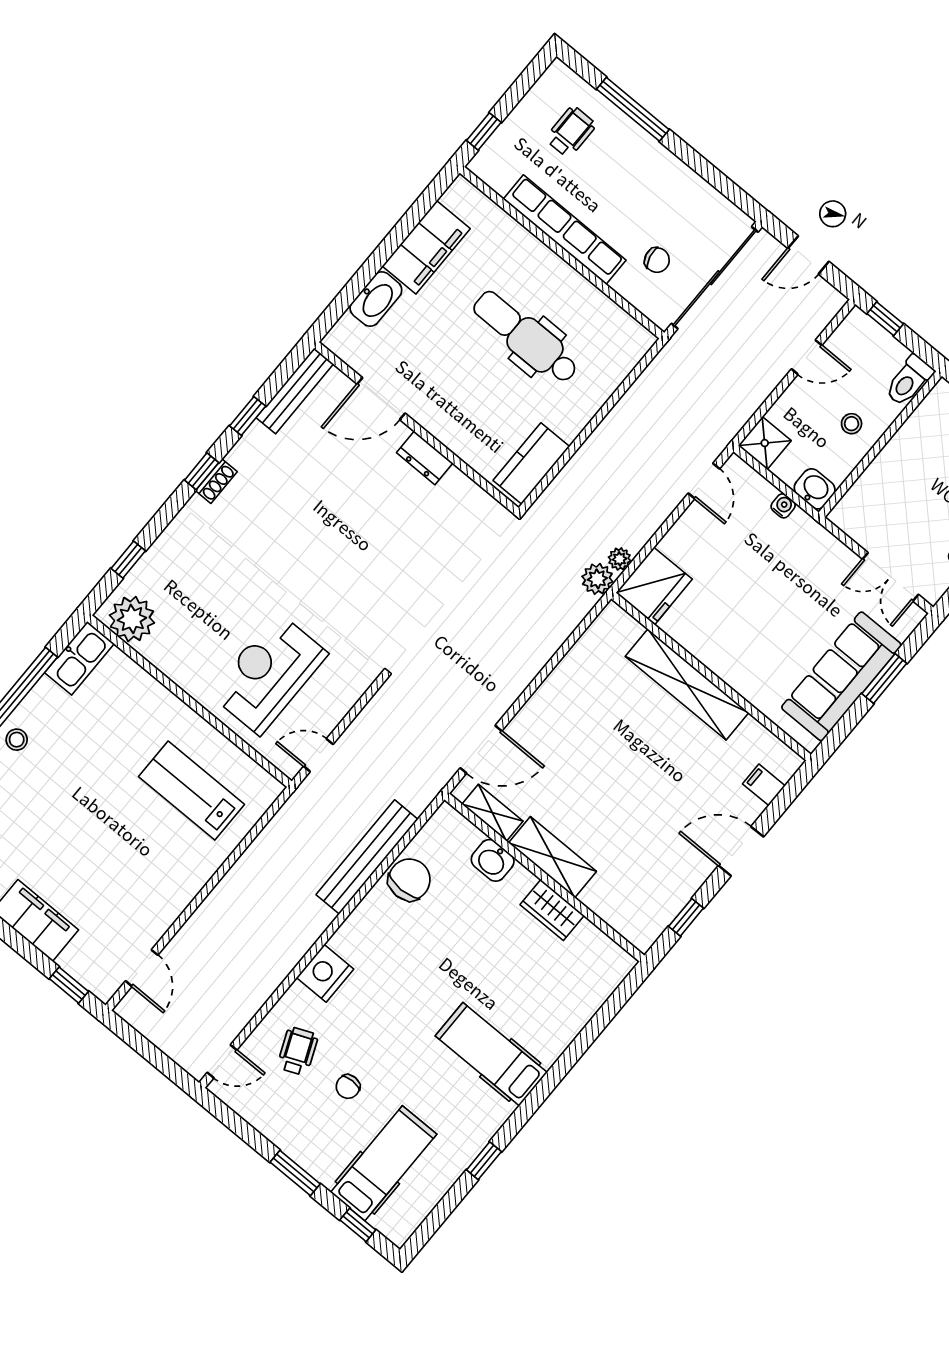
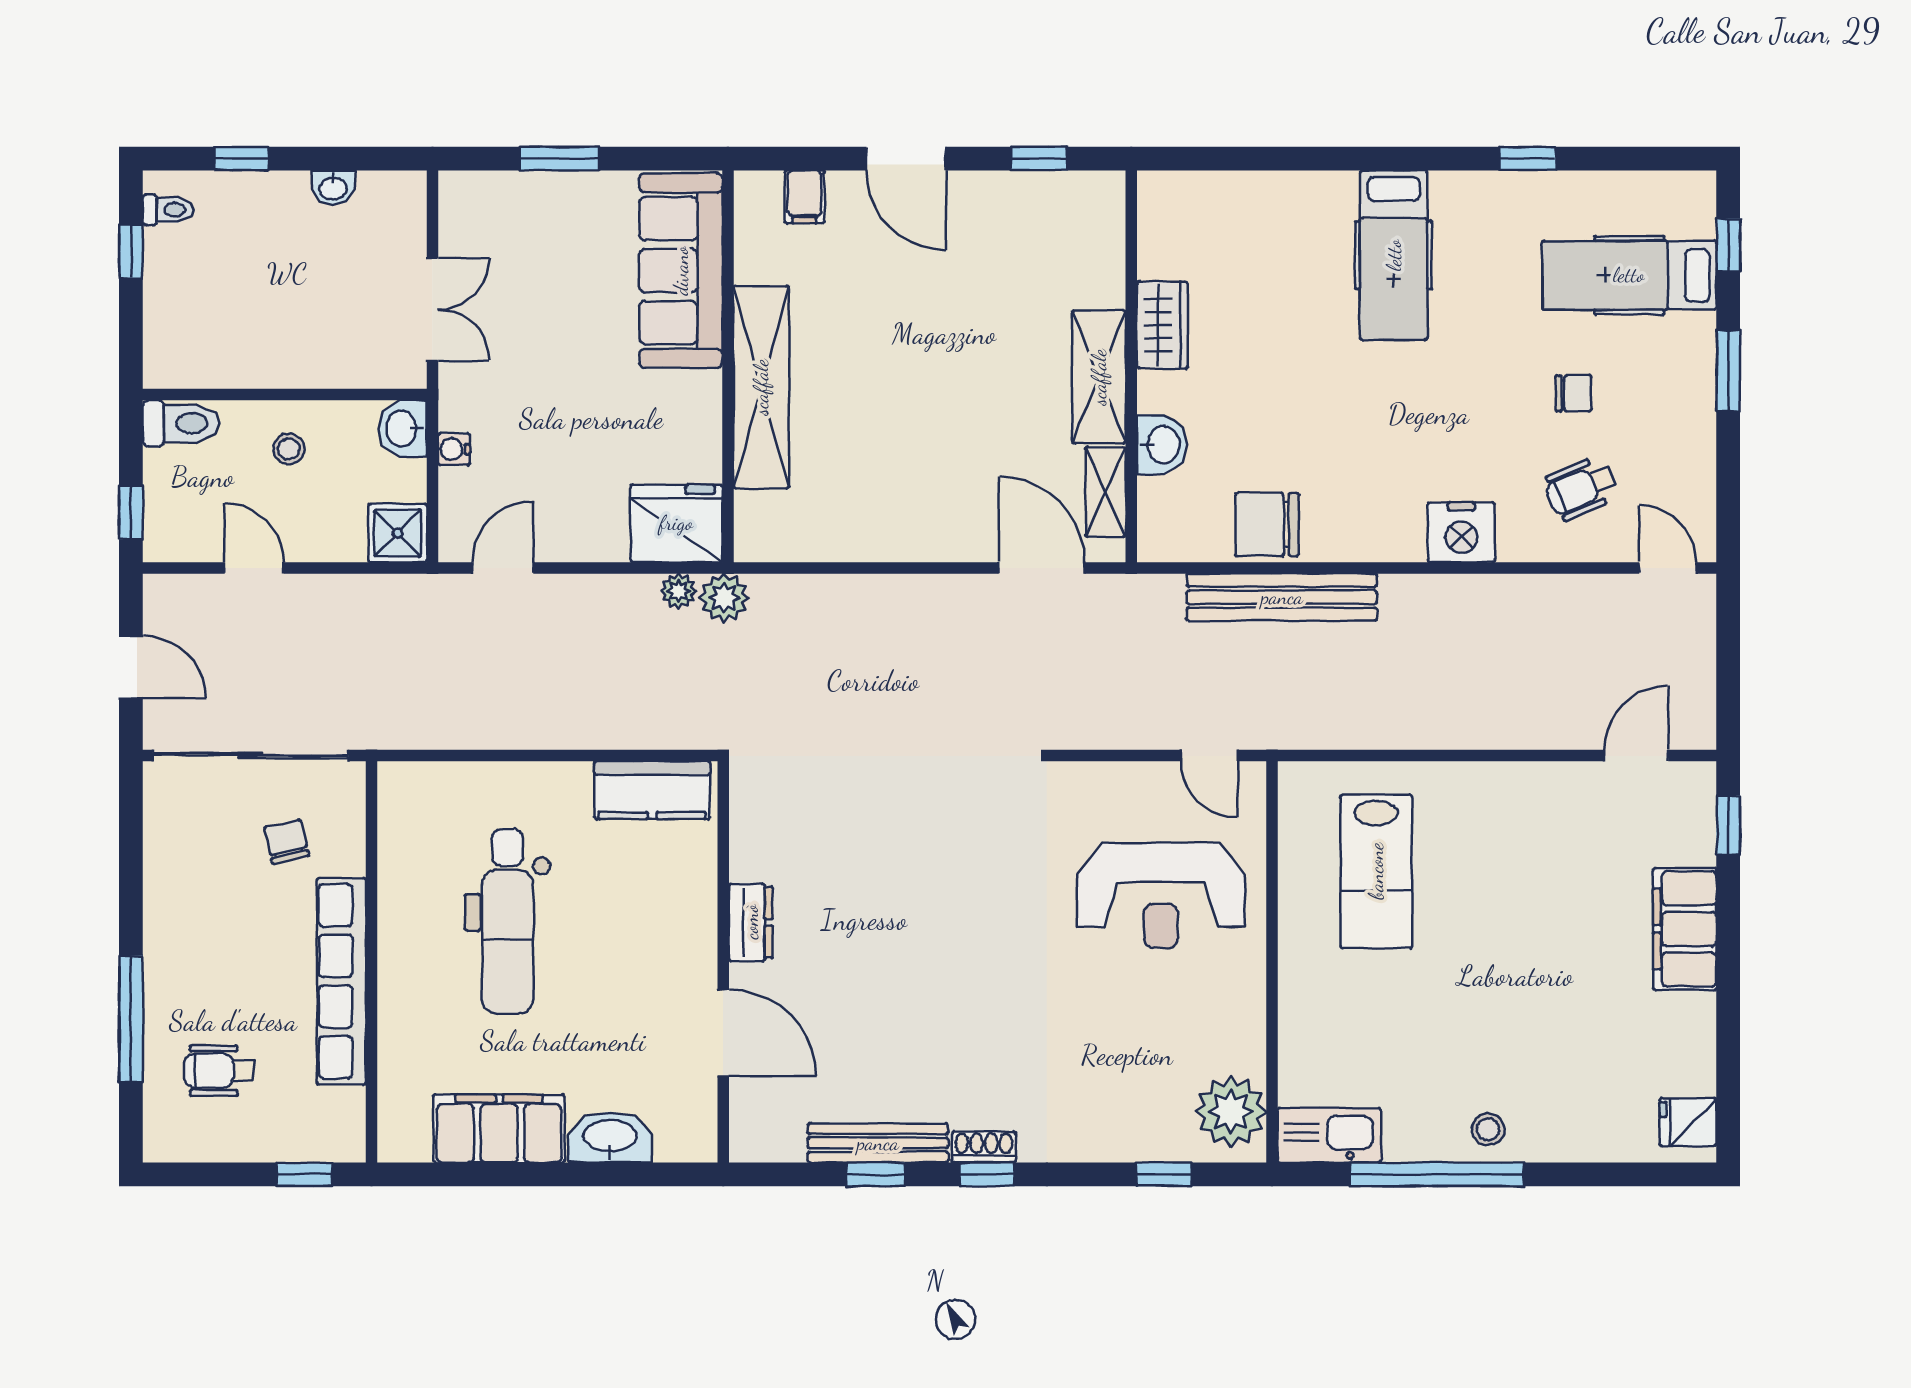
bench: (295, 391) -> (878, 1143), moved
double door: (890, 577) -> (432, 309), moved
sofa: (841, 676) -> (681, 271), moved, turned 90

